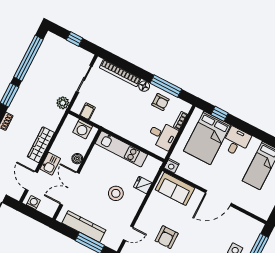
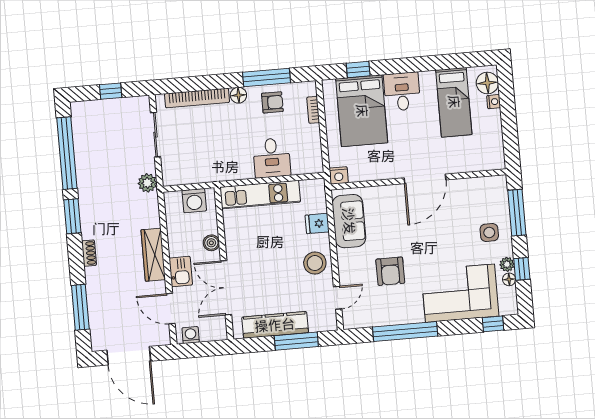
filing cabinet: (87, 111) -> (186, 174), removed
desk: (163, 135) -> (272, 158), moved, turned 90
sofa: (175, 189) -> (349, 221), moved, turned -90
stool: (116, 193) -> (315, 263), moved

